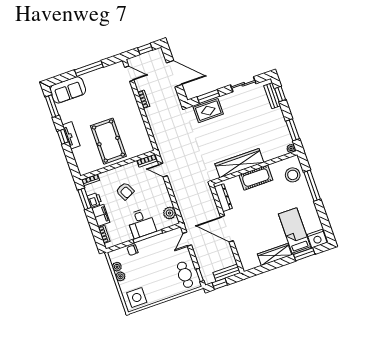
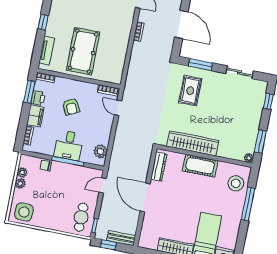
bench: (272, 96) -> (260, 99), removed
rug: (208, 111) -> (190, 91), moved, turned 90
tv unit: (71, 135) -> (47, 51), moved

